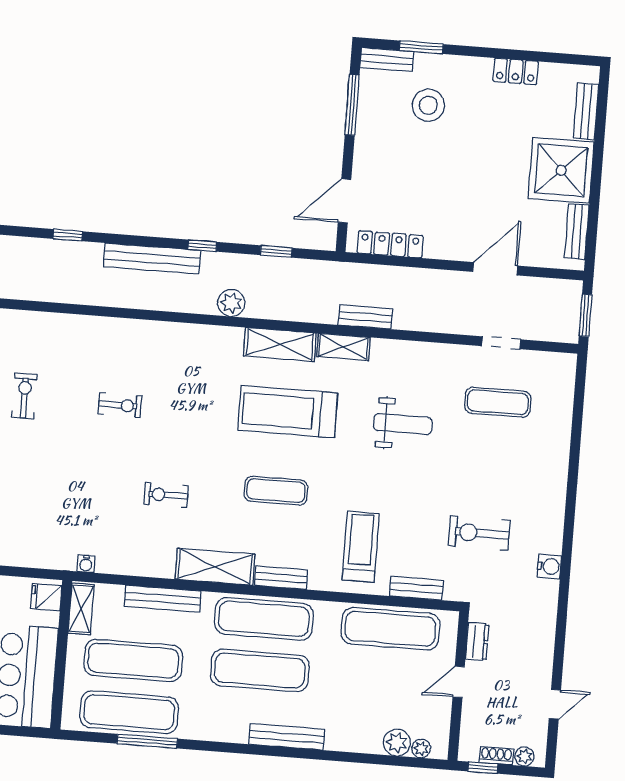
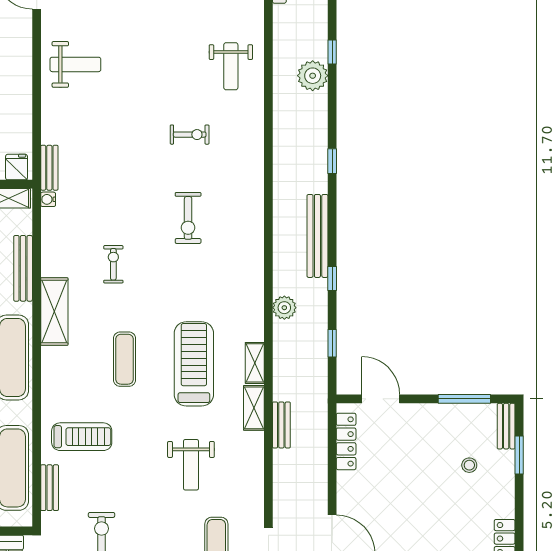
stool: (428, 105) -> (469, 465), width x0.53, depth x0.53
shelving: (280, 344) -> (255, 363), width x0.67, depth x0.75
exercise bike: (120, 405) -> (188, 218), width x1.38, depth x1.39
bench: (281, 578) -> (49, 168), moved

